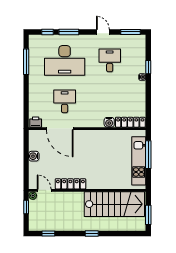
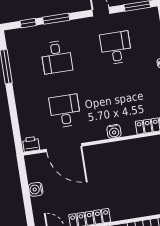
desk: (65, 60) -> (56, 57), width x0.53, depth x0.77
water cooler: (109, 122) -> (114, 131), moved

